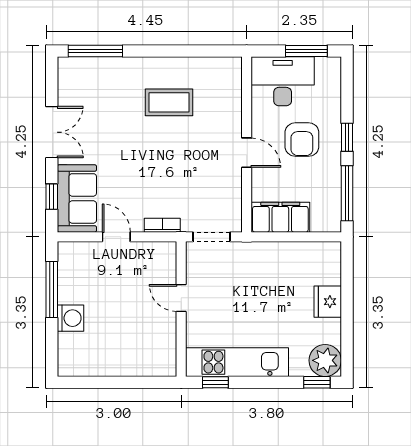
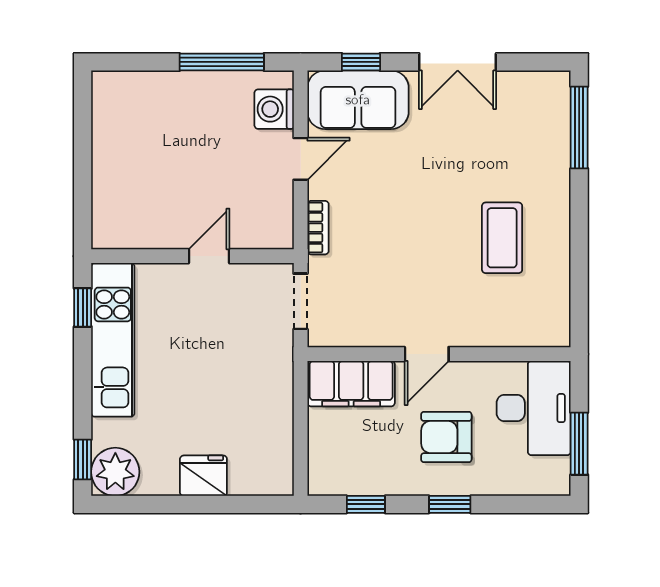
window: (347, 193) -> (366, 504), width x0.46
filing cabinet: (280, 217) -> (351, 384), moved, turned 90
washing machine: (70, 318) -> (274, 109), moved, turned 90

